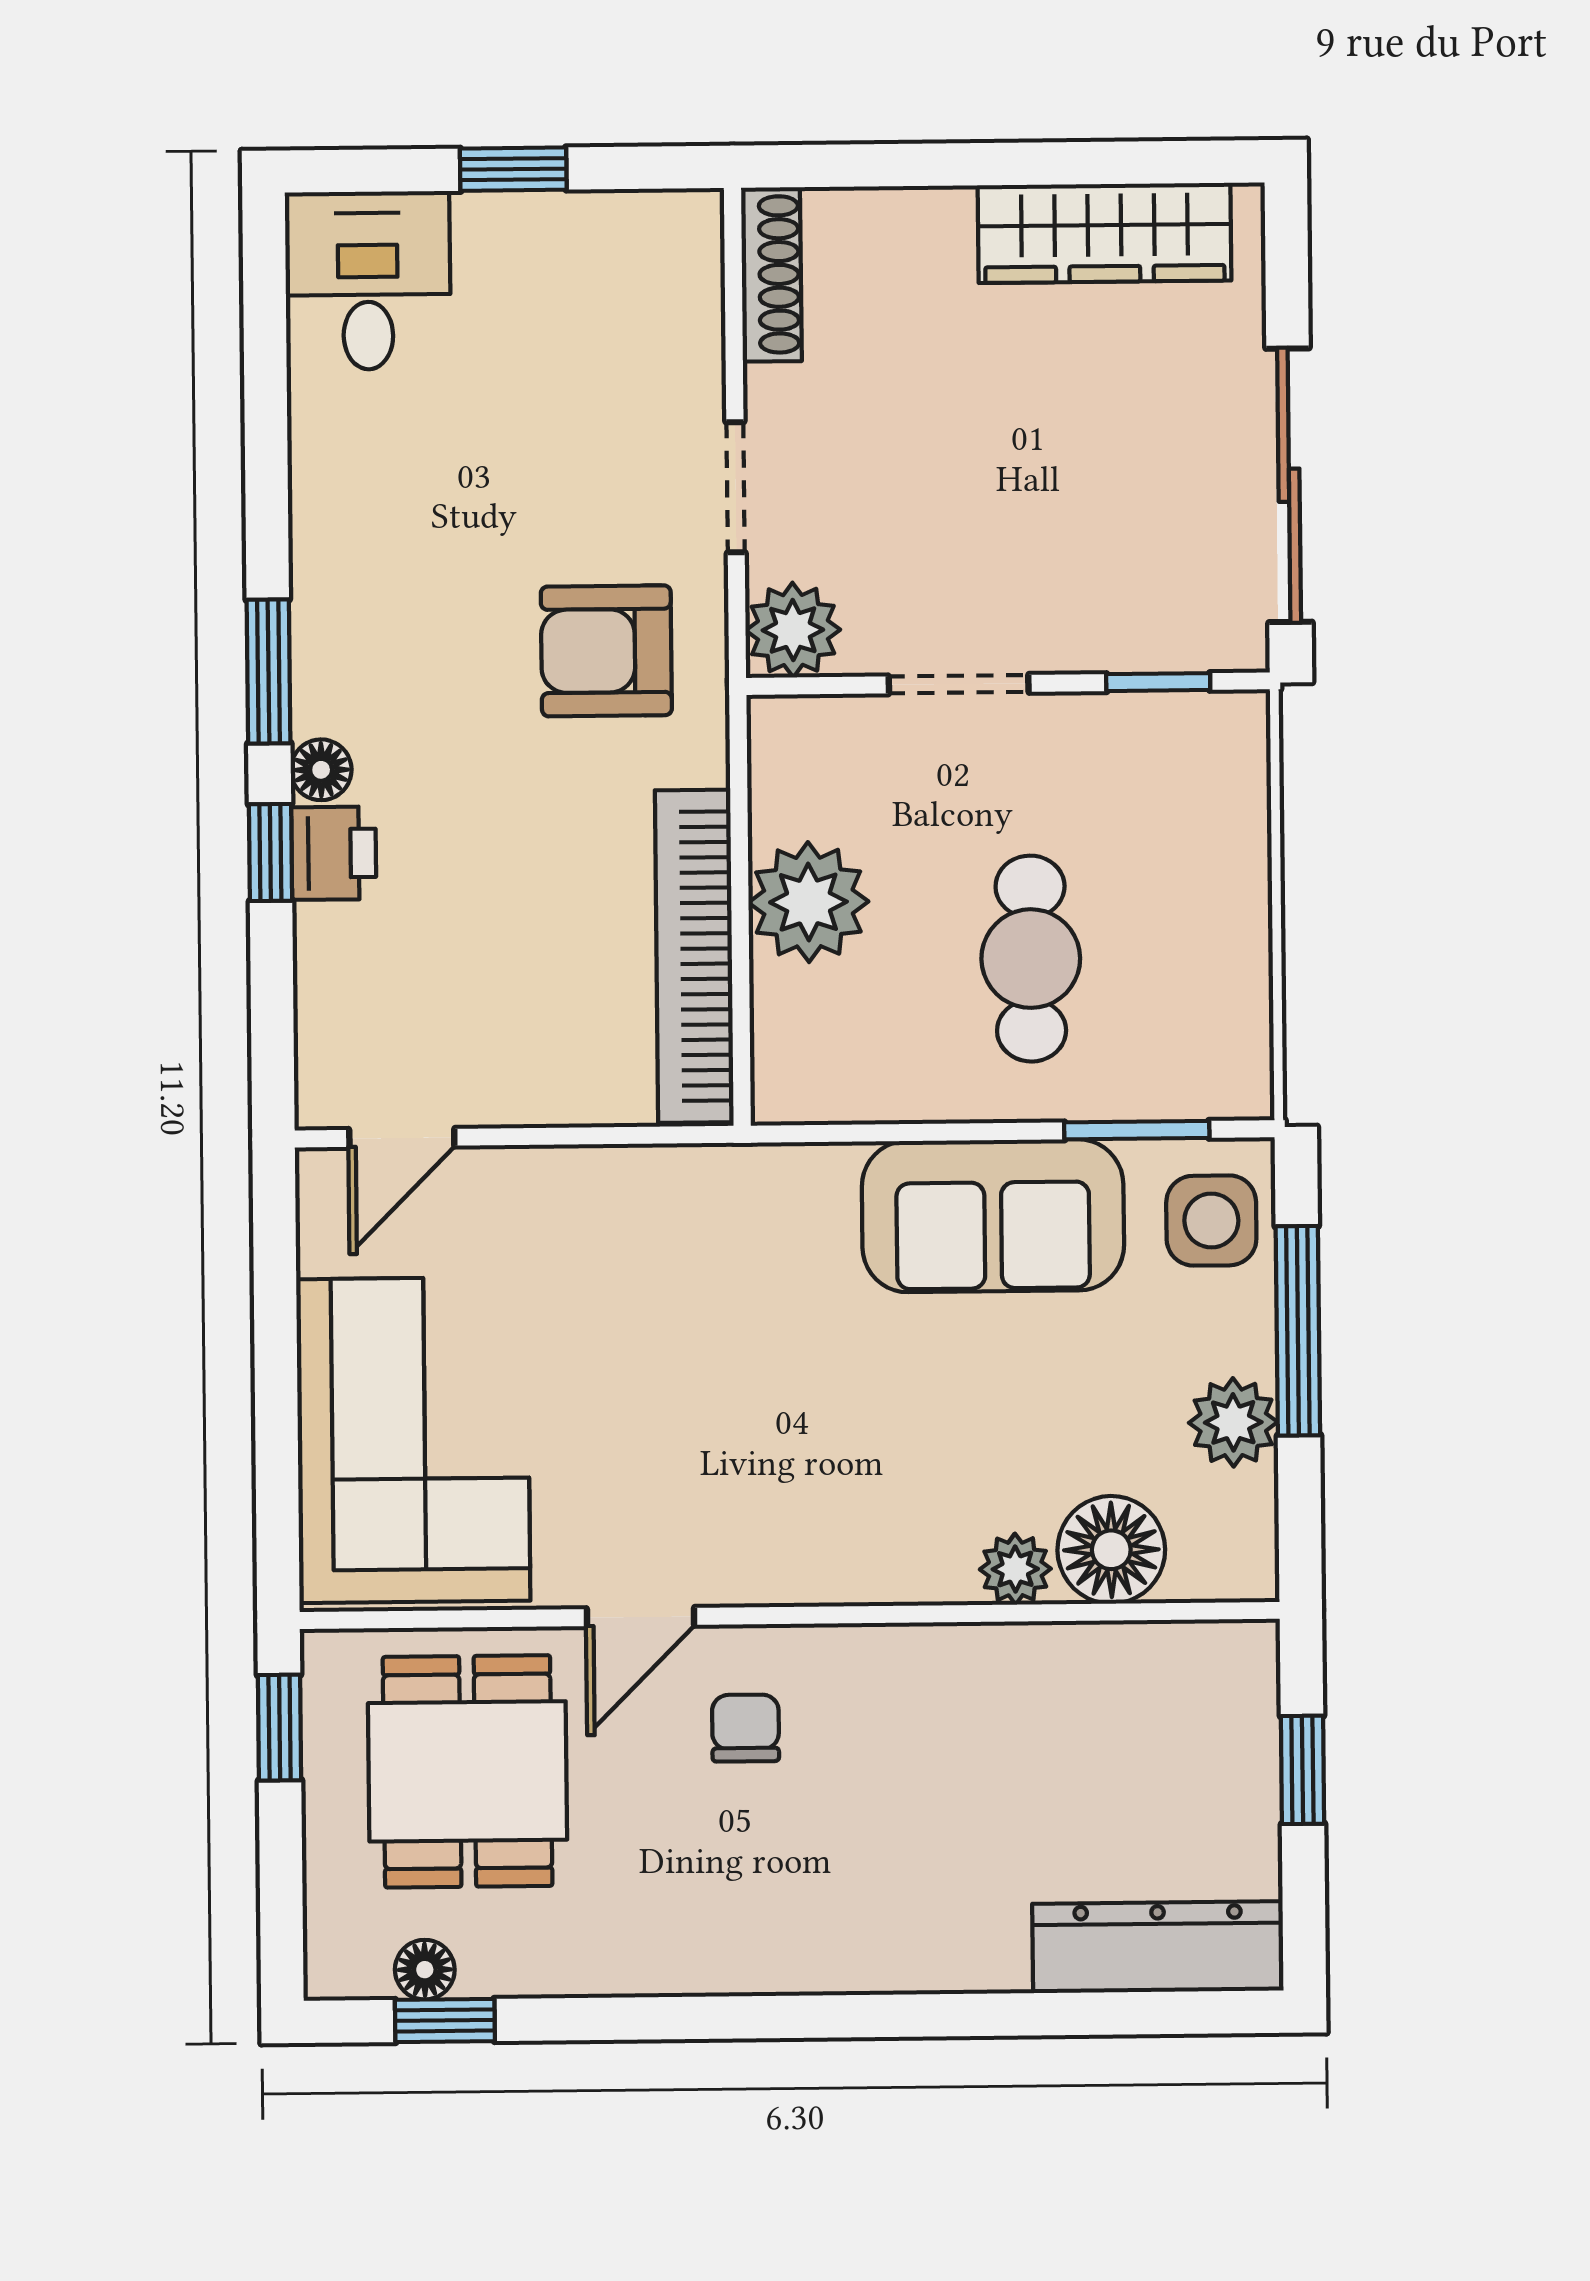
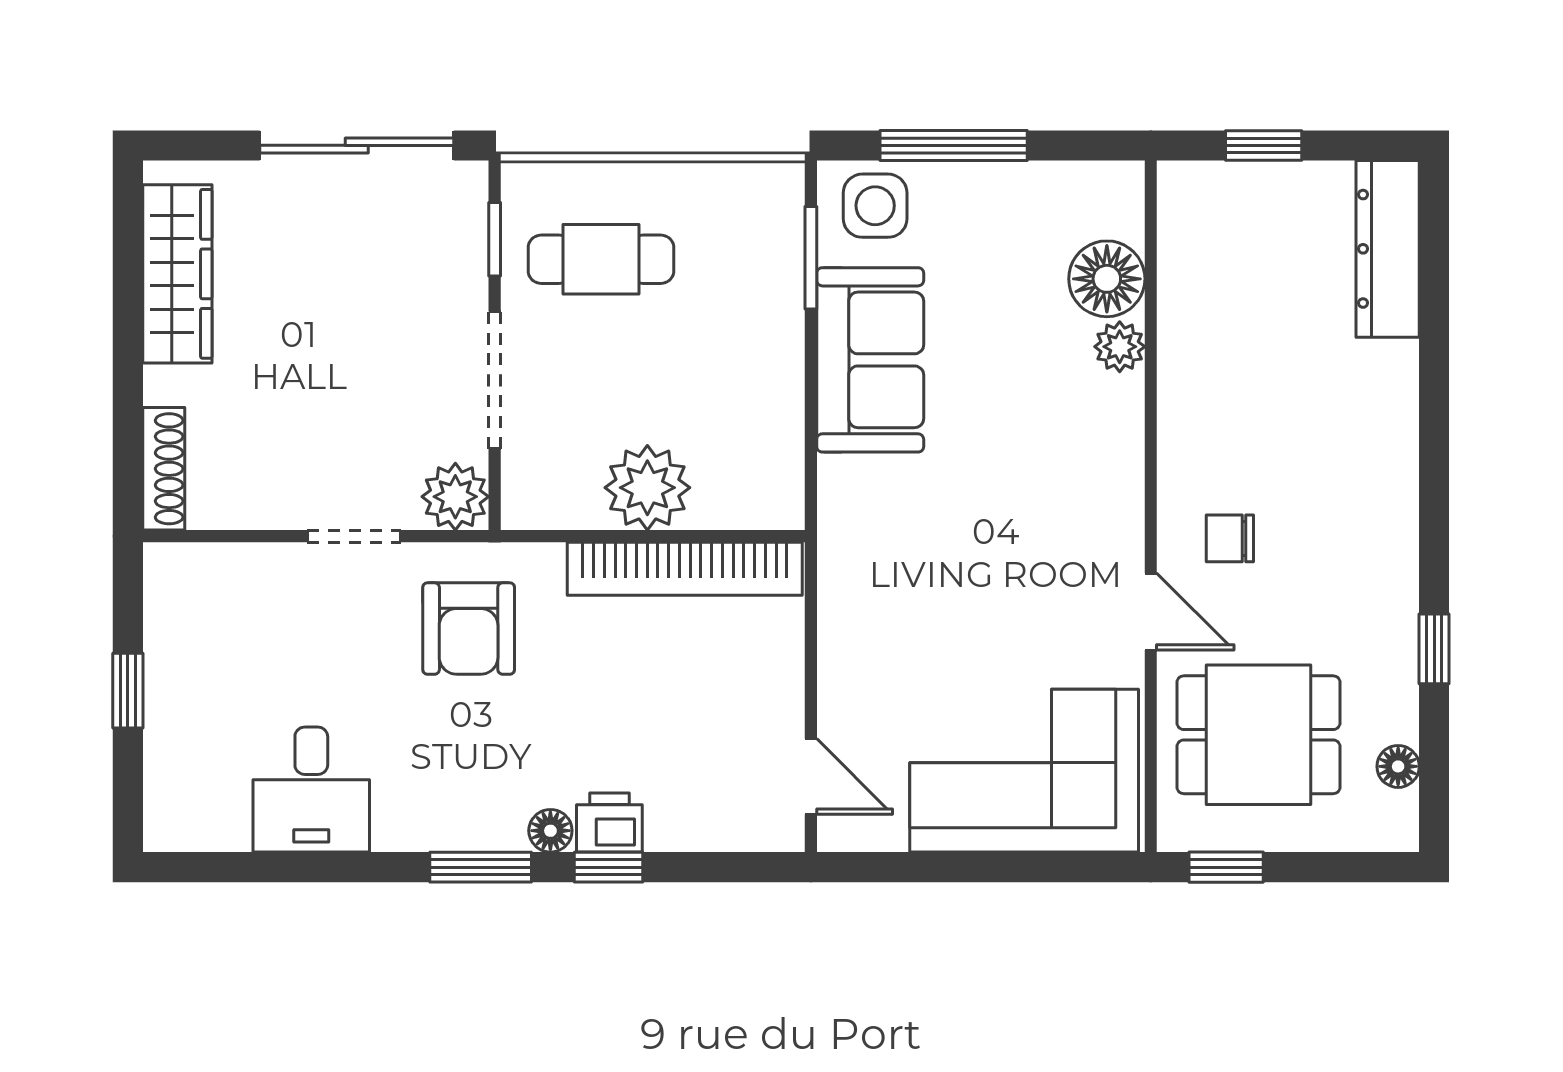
shoe rack: (771, 274) -> (164, 469), moved, turned 90
desk: (368, 281) -> (311, 790), moved, turned -90
doorway: (959, 684) -> (495, 380), width x1.38
cafe table: (1031, 959) -> (601, 259), moved
plant: (1233, 1422) -> (1018, 192), removed
window: (445, 2020) -> (1434, 649), moved

